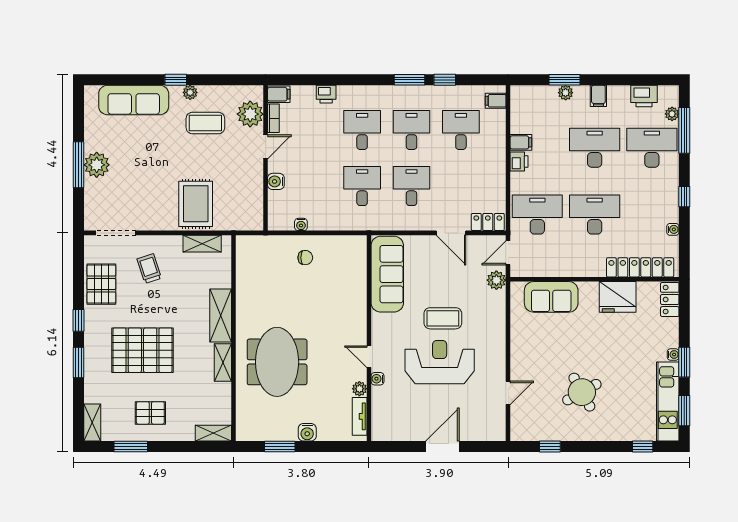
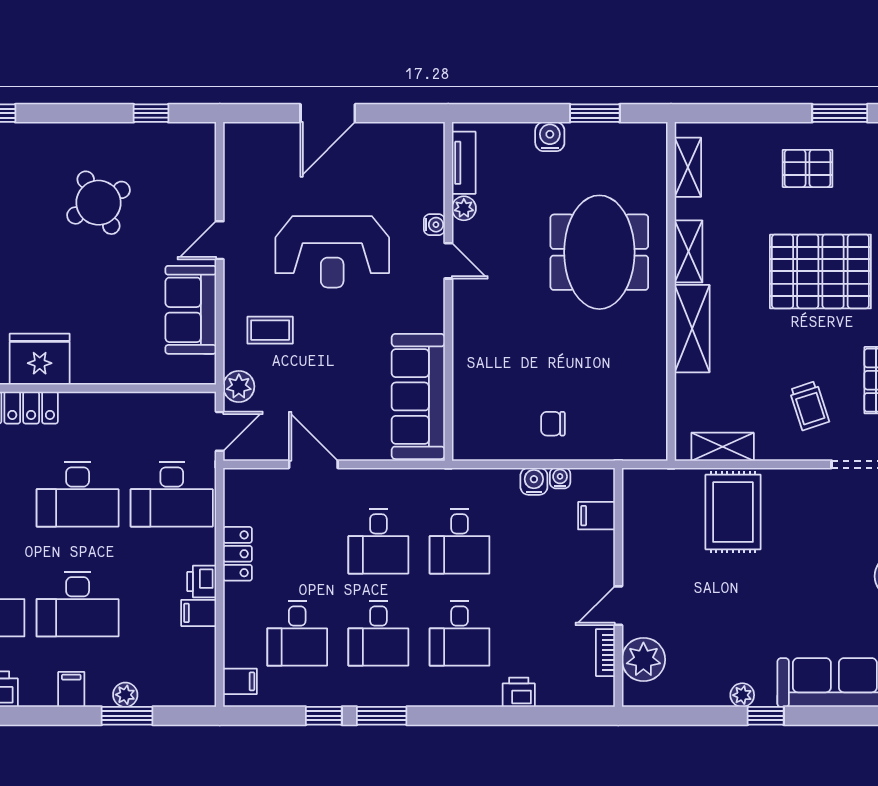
filing cabinet: (279, 94) -> (596, 516), moved
coffee table: (205, 123) -> (717, 645), removed
water cooler: (276, 181) -> (534, 481), moved, turned -90
locker: (488, 222) -> (238, 554), moved, turned -90
sofa: (551, 297) -> (191, 310), moved, turned -90
coffee table: (443, 318) -> (270, 330), moved, width x0.73, depth x0.77
door: (508, 393) -> (220, 240), moved
shelving: (213, 433) -> (688, 167), moved, turned 90

